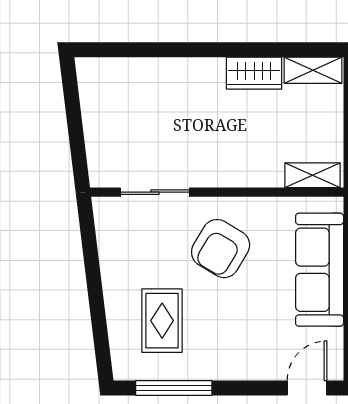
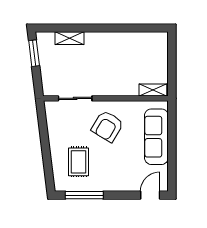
shelving: (313, 70) -> (70, 38), moved
wardrobe: (254, 73) -> (124, 40), removed
window: (72, 101) -> (34, 53), added

